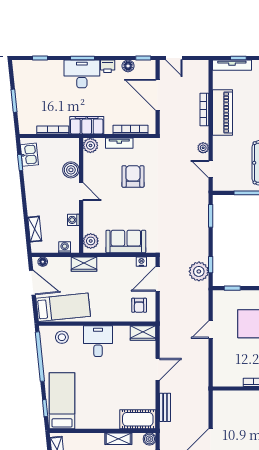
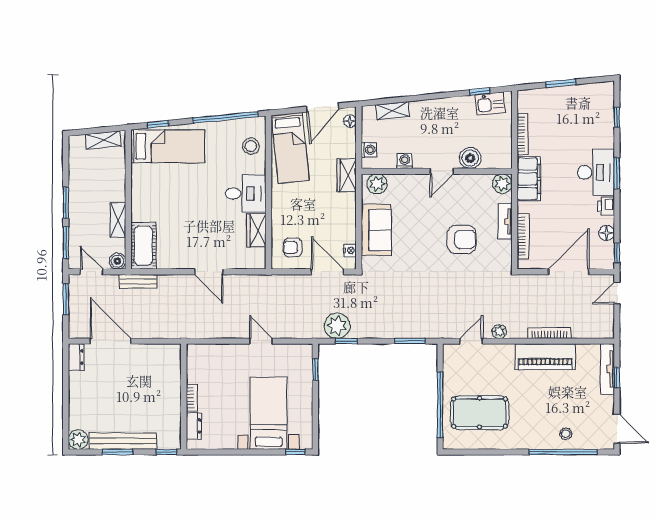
wardrobe: (143, 333) -> (256, 230), moved
bench: (165, 407) -> (138, 281), moved

